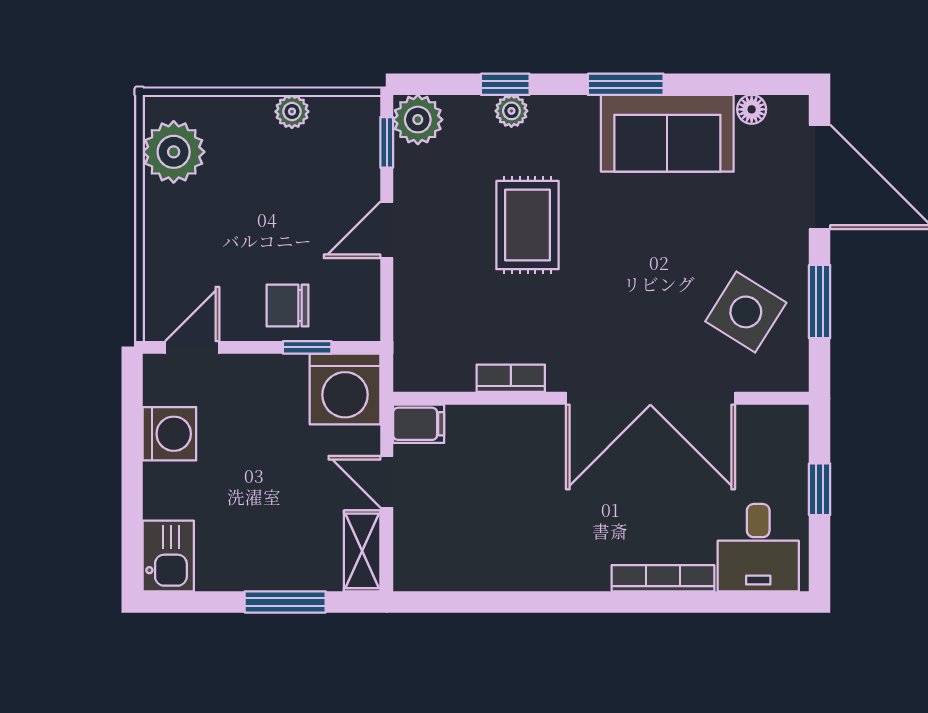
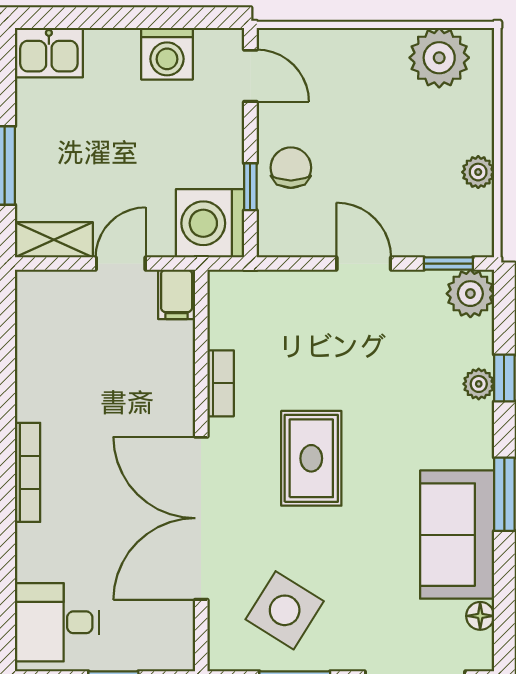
rug: (528, 225) -> (311, 458), moved, turned 90
bookcase: (663, 578) -> (27, 472), moved

